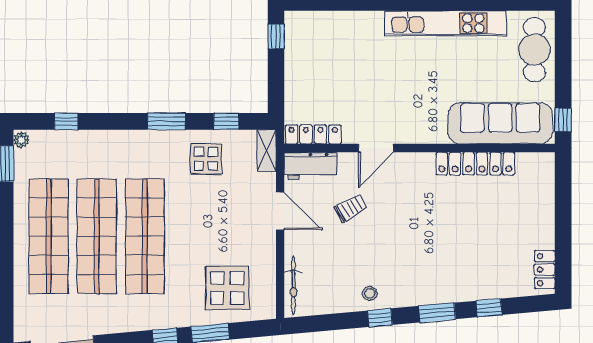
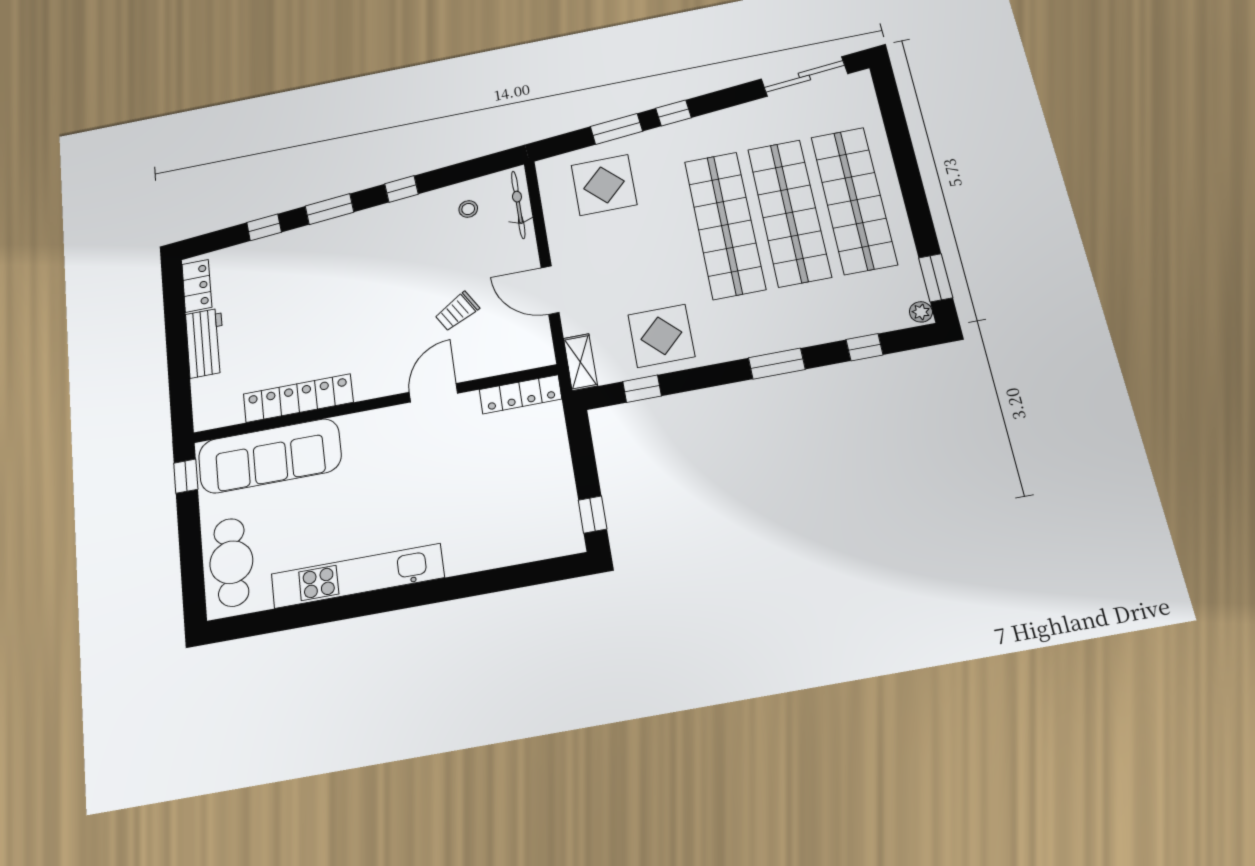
window: (166, 121) -> (777, 364), moved
display table: (206, 159) -> (661, 336), width x1.36, depth x1.36
workbench: (311, 166) -> (205, 343), moved, turned 90
stool: (370, 293) -> (468, 209), moved

